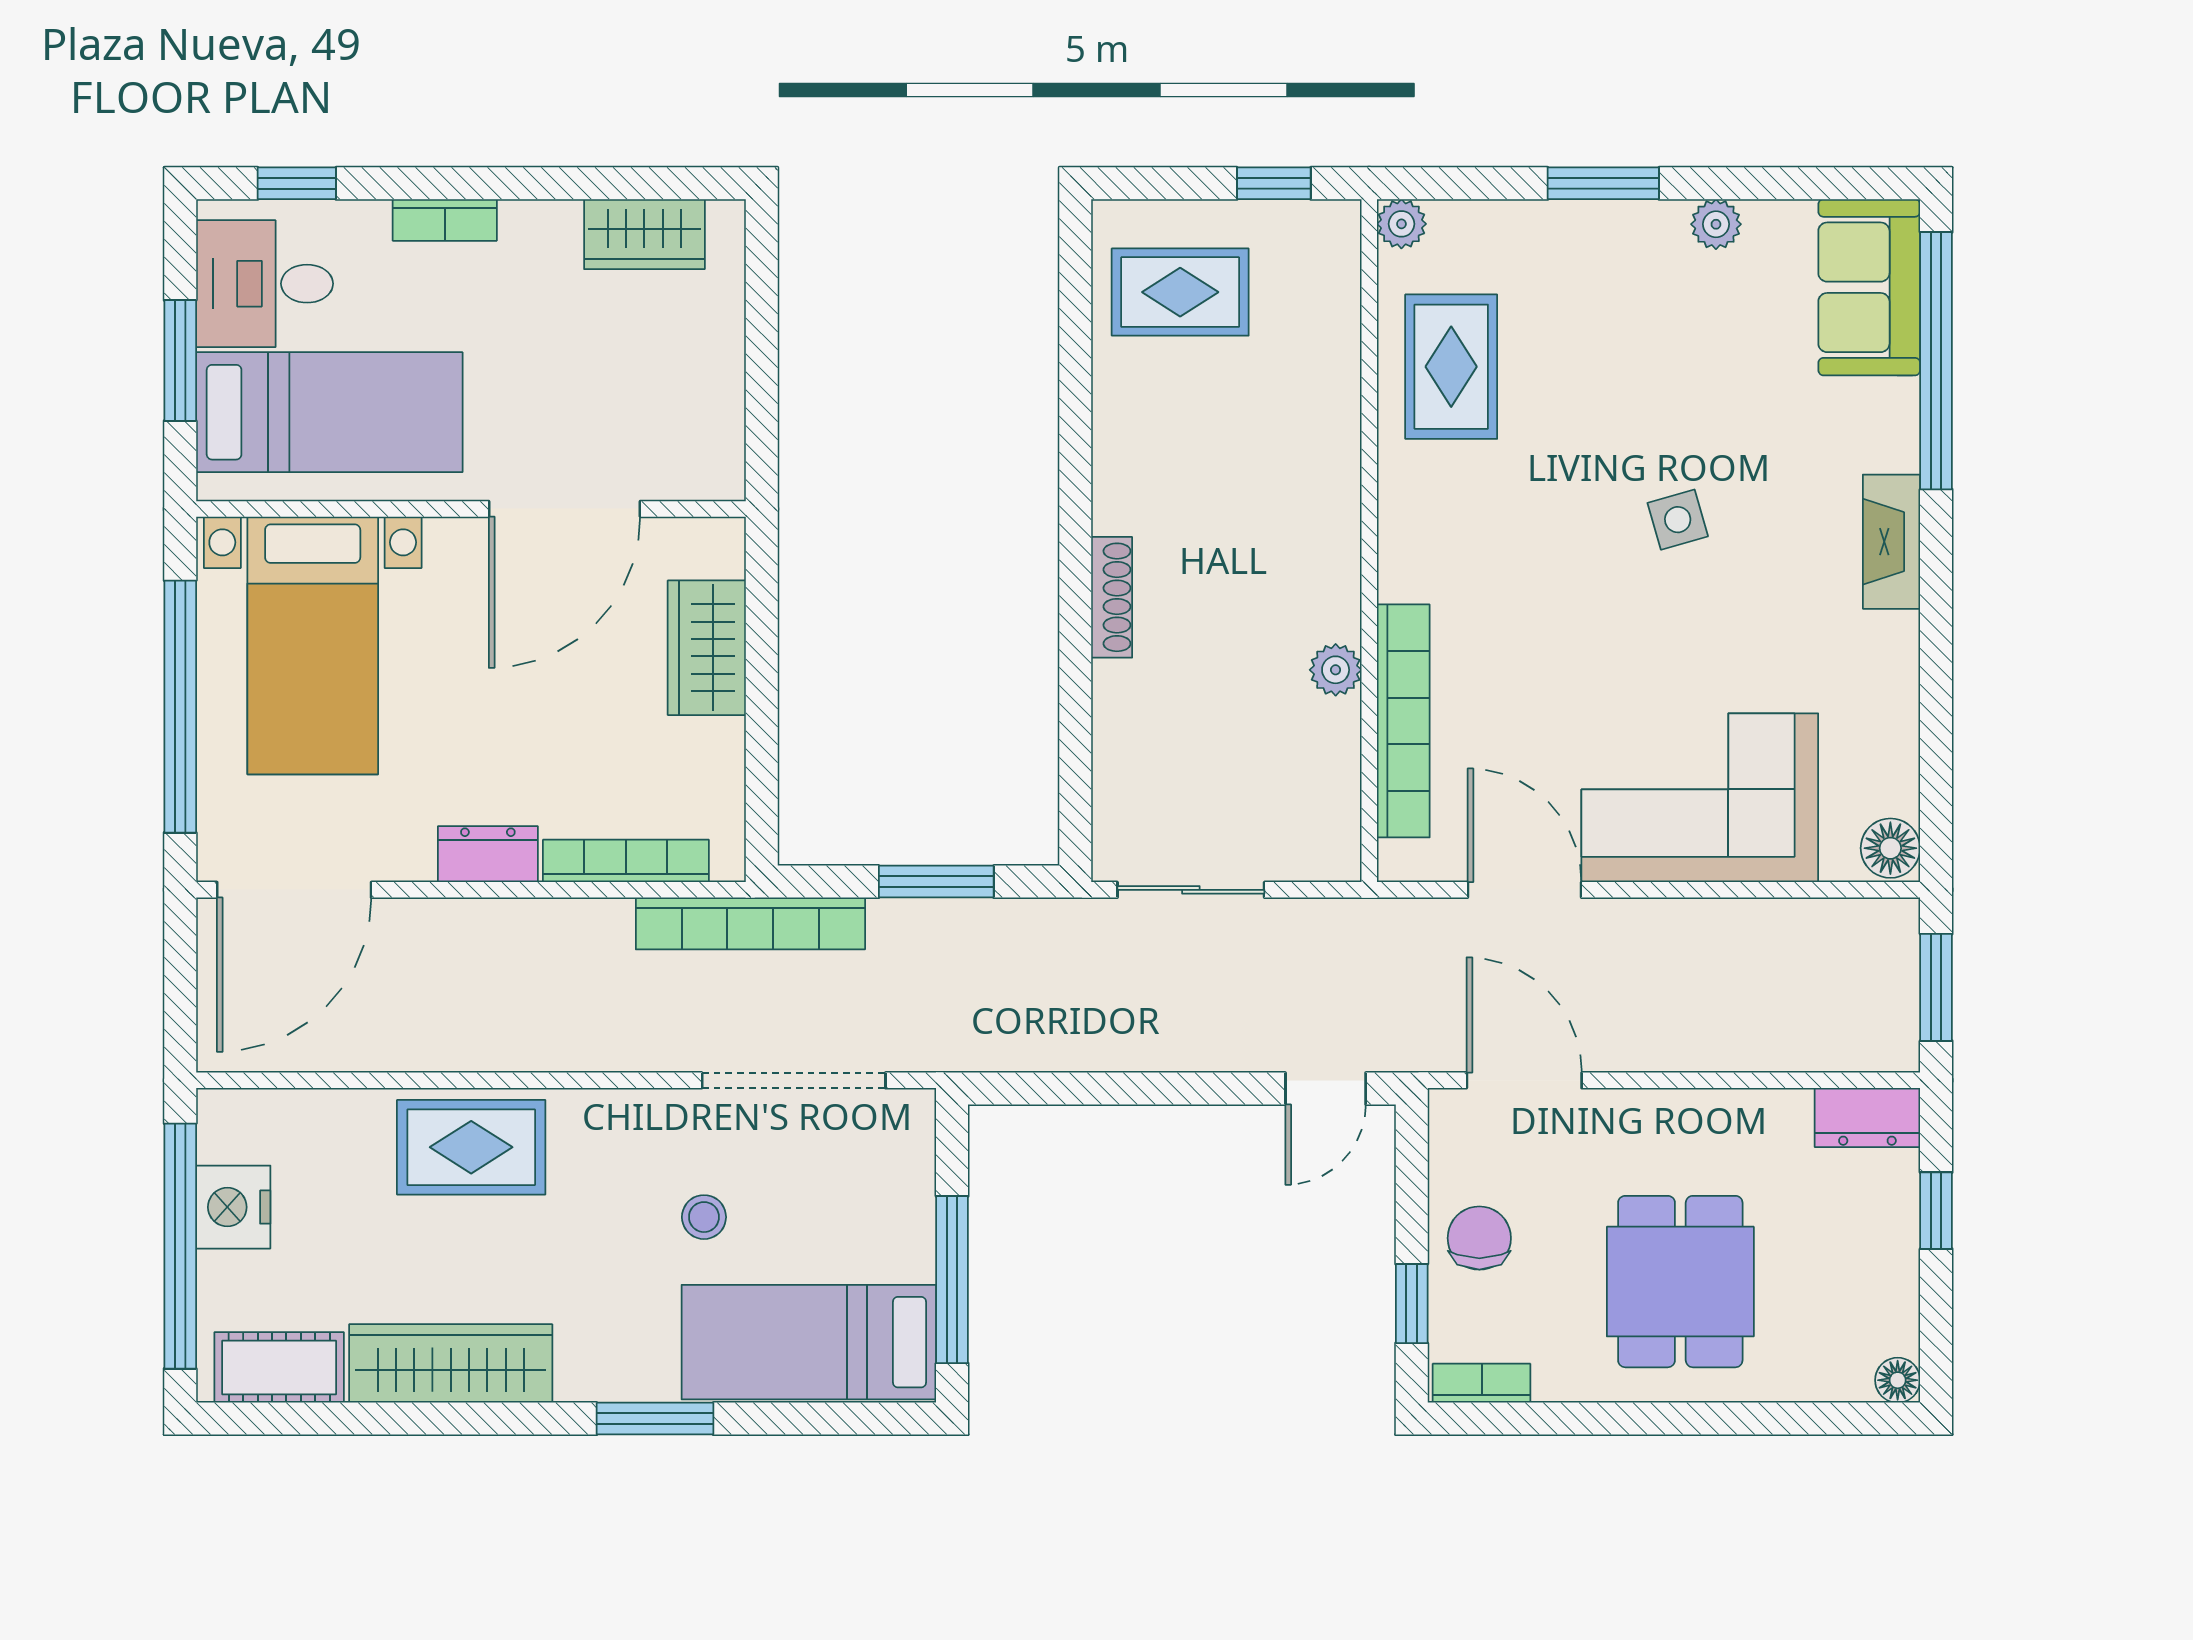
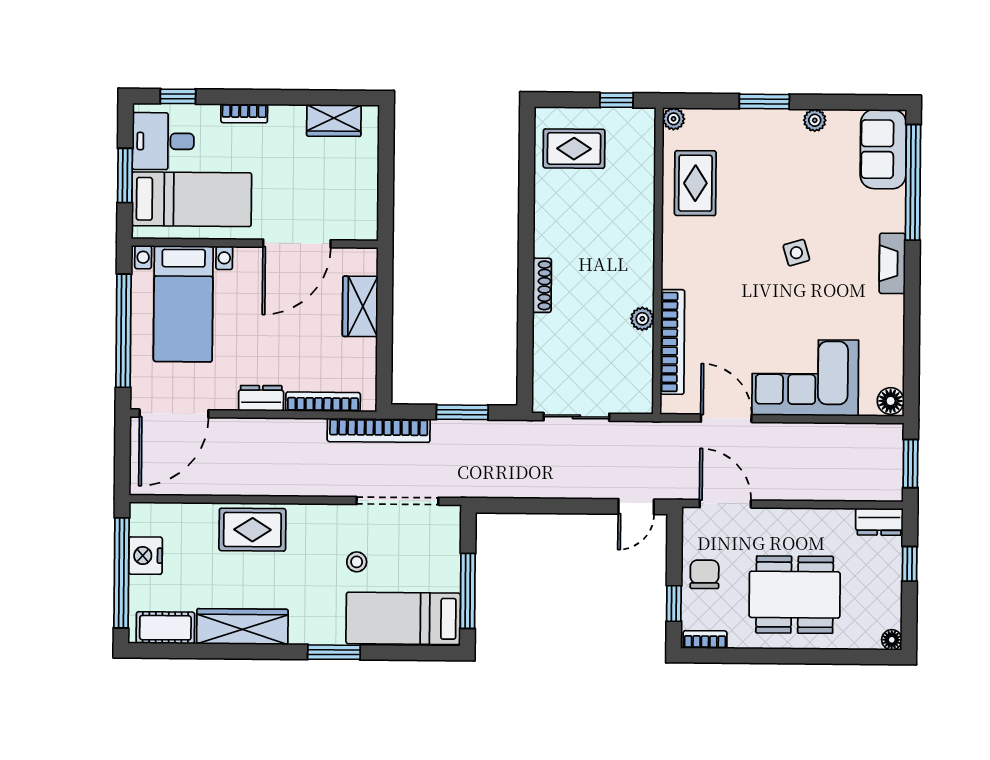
dining table: (1680, 1282) -> (795, 595), width x1.38

